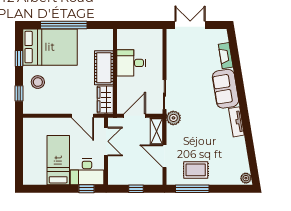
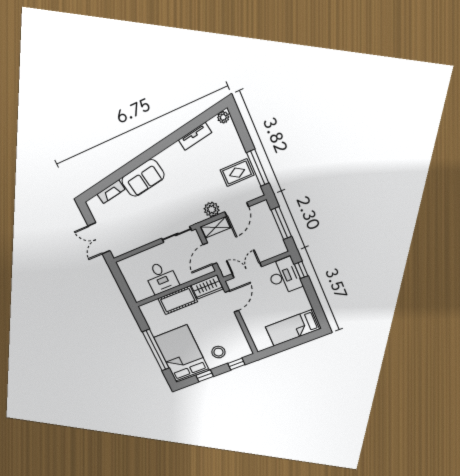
door: (135, 116) -> (210, 254), hinge flipped
plant: (173, 118) -> (212, 209), moved
tv unit: (236, 122) -> (195, 136), moved
bed: (58, 160) -> (293, 328), moved
rug: (196, 170) -> (237, 173), turned 90
window: (136, 189) -> (281, 223), width x2.17

